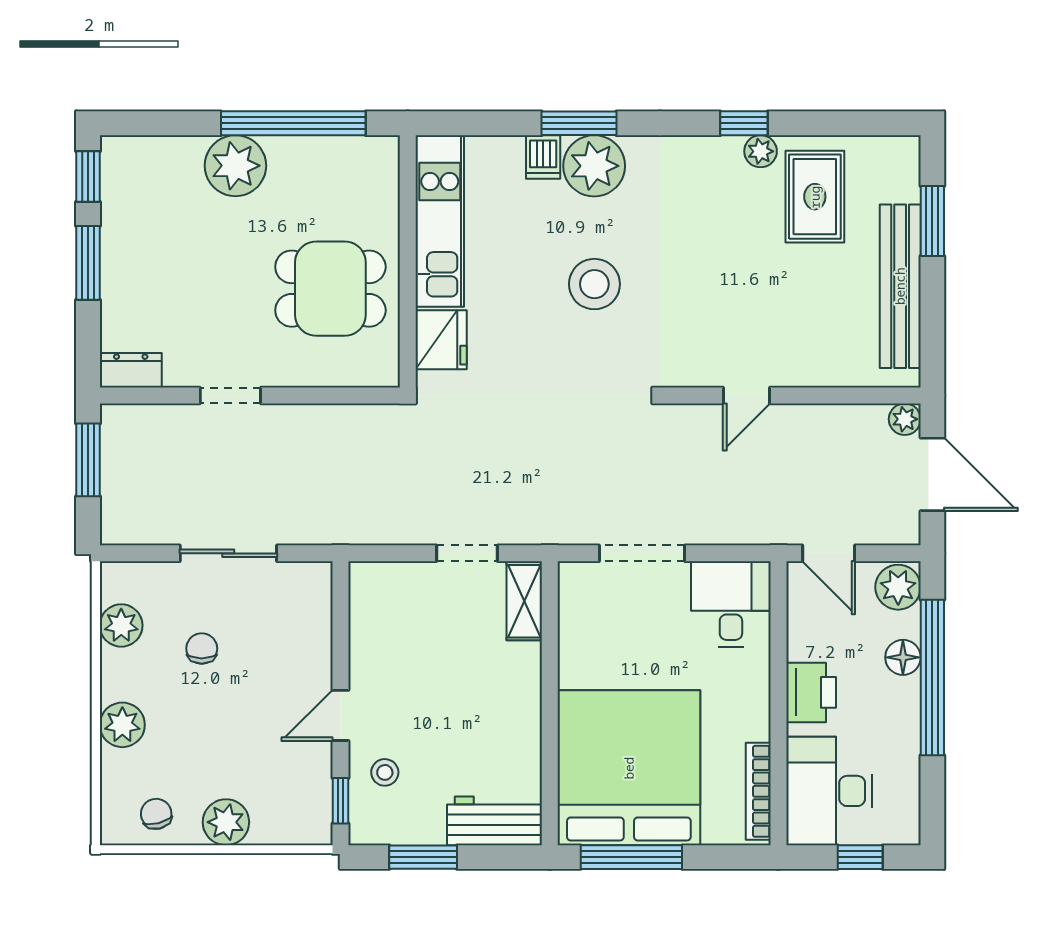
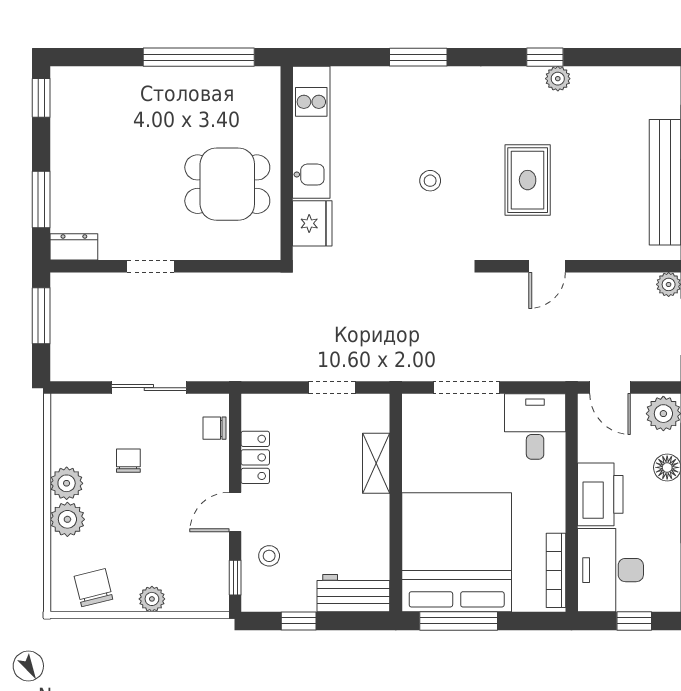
dishwasher: (543, 157) -> (391, 83), removed
plant: (235, 166) -> (154, 90), removed
plant: (594, 166) -> (430, 90), removed
rug: (815, 197) -> (528, 180), moved
window: (88, 263) -> (41, 199), moved
stool: (594, 284) -> (430, 181), width x0.53, depth x0.53
shelving: (524, 601) -> (376, 463), moved
chair: (314, 606) -> (215, 428), added
plant: (121, 625) -> (67, 483), moved
locker: (367, 644) -> (255, 457), added
printer: (811, 692) -> (600, 494), width x1.37, depth x1.19
chair: (156, 814) -> (93, 588), width x1.37, depth x1.37
plant: (226, 822) -> (152, 599), width x0.73, depth x0.73
window: (423, 857) -> (299, 621), width x0.67

